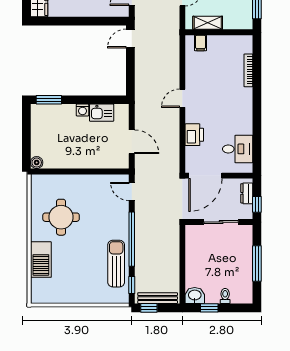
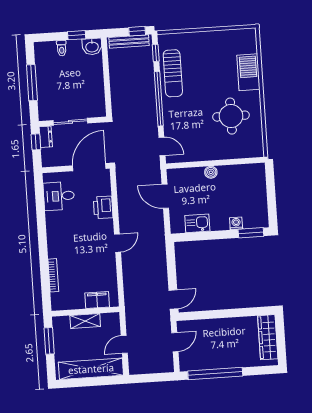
shelving: (208, 23) -> (85, 321), moved
filing cabinet: (200, 43) -> (97, 300), width x2.00
washing machine: (83, 110) -> (236, 223), moved
boiler: (37, 163) -> (211, 172), moved
dresser: (247, 193) -> (46, 137), moved

